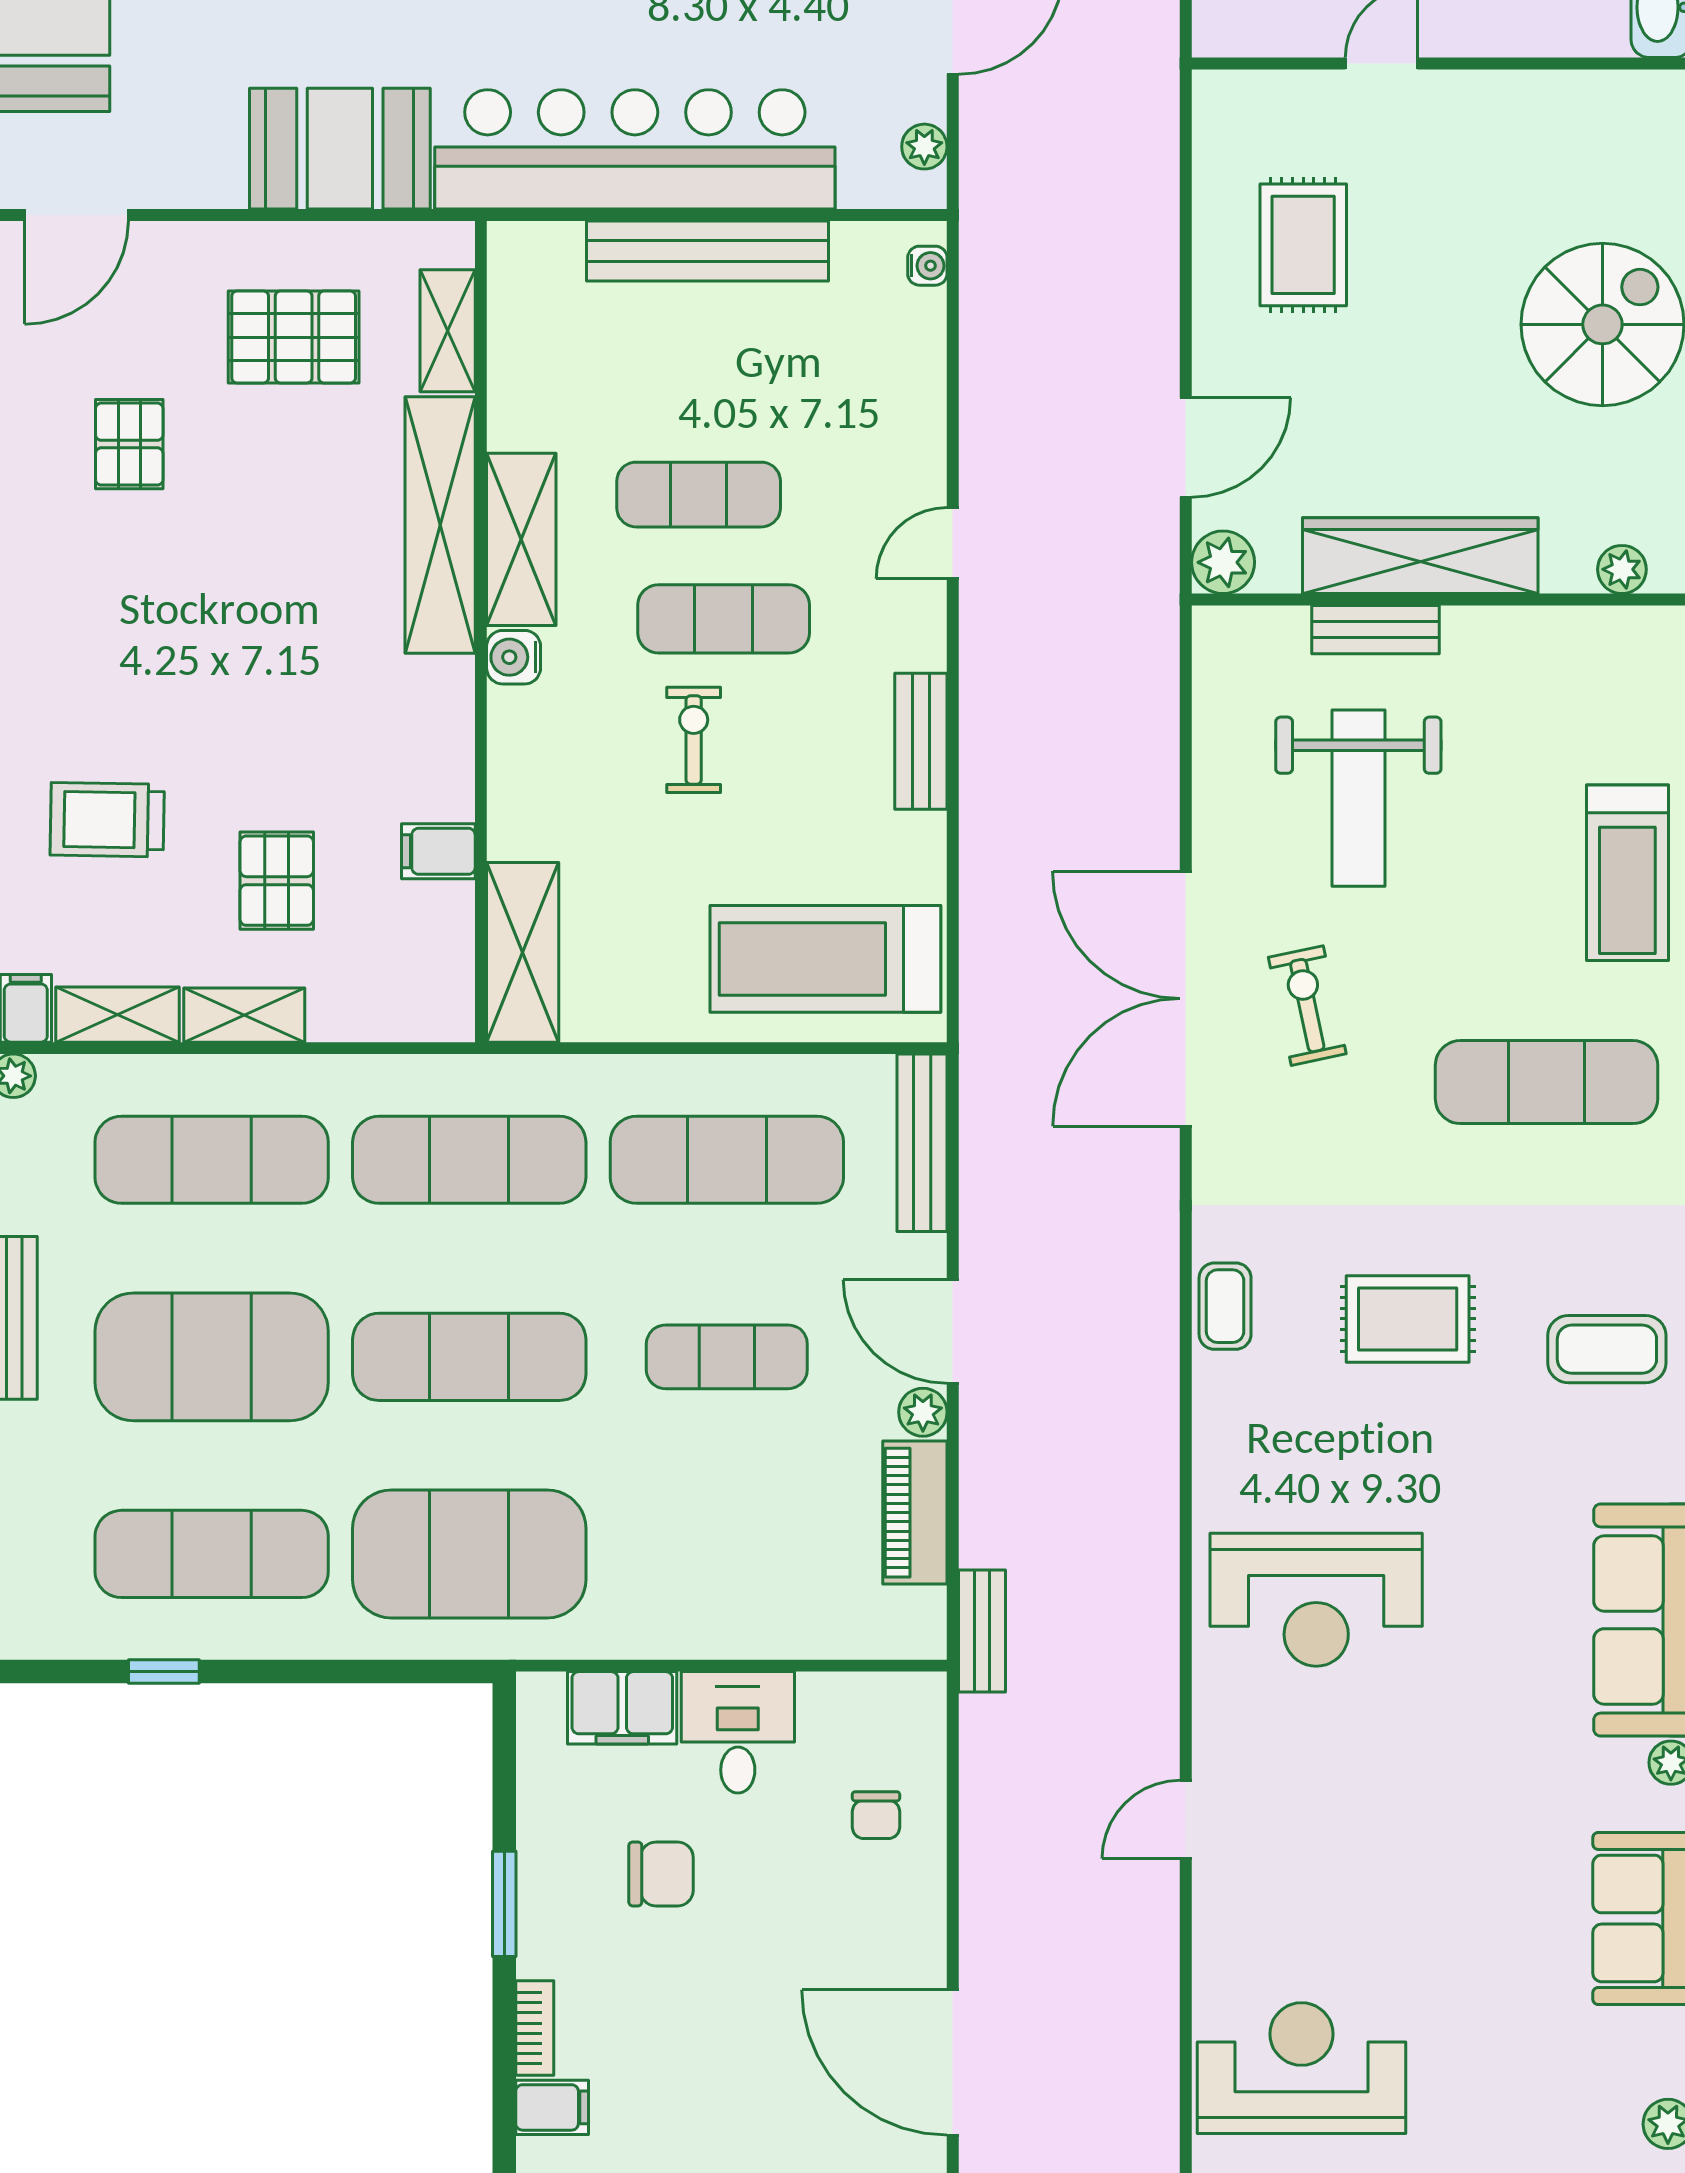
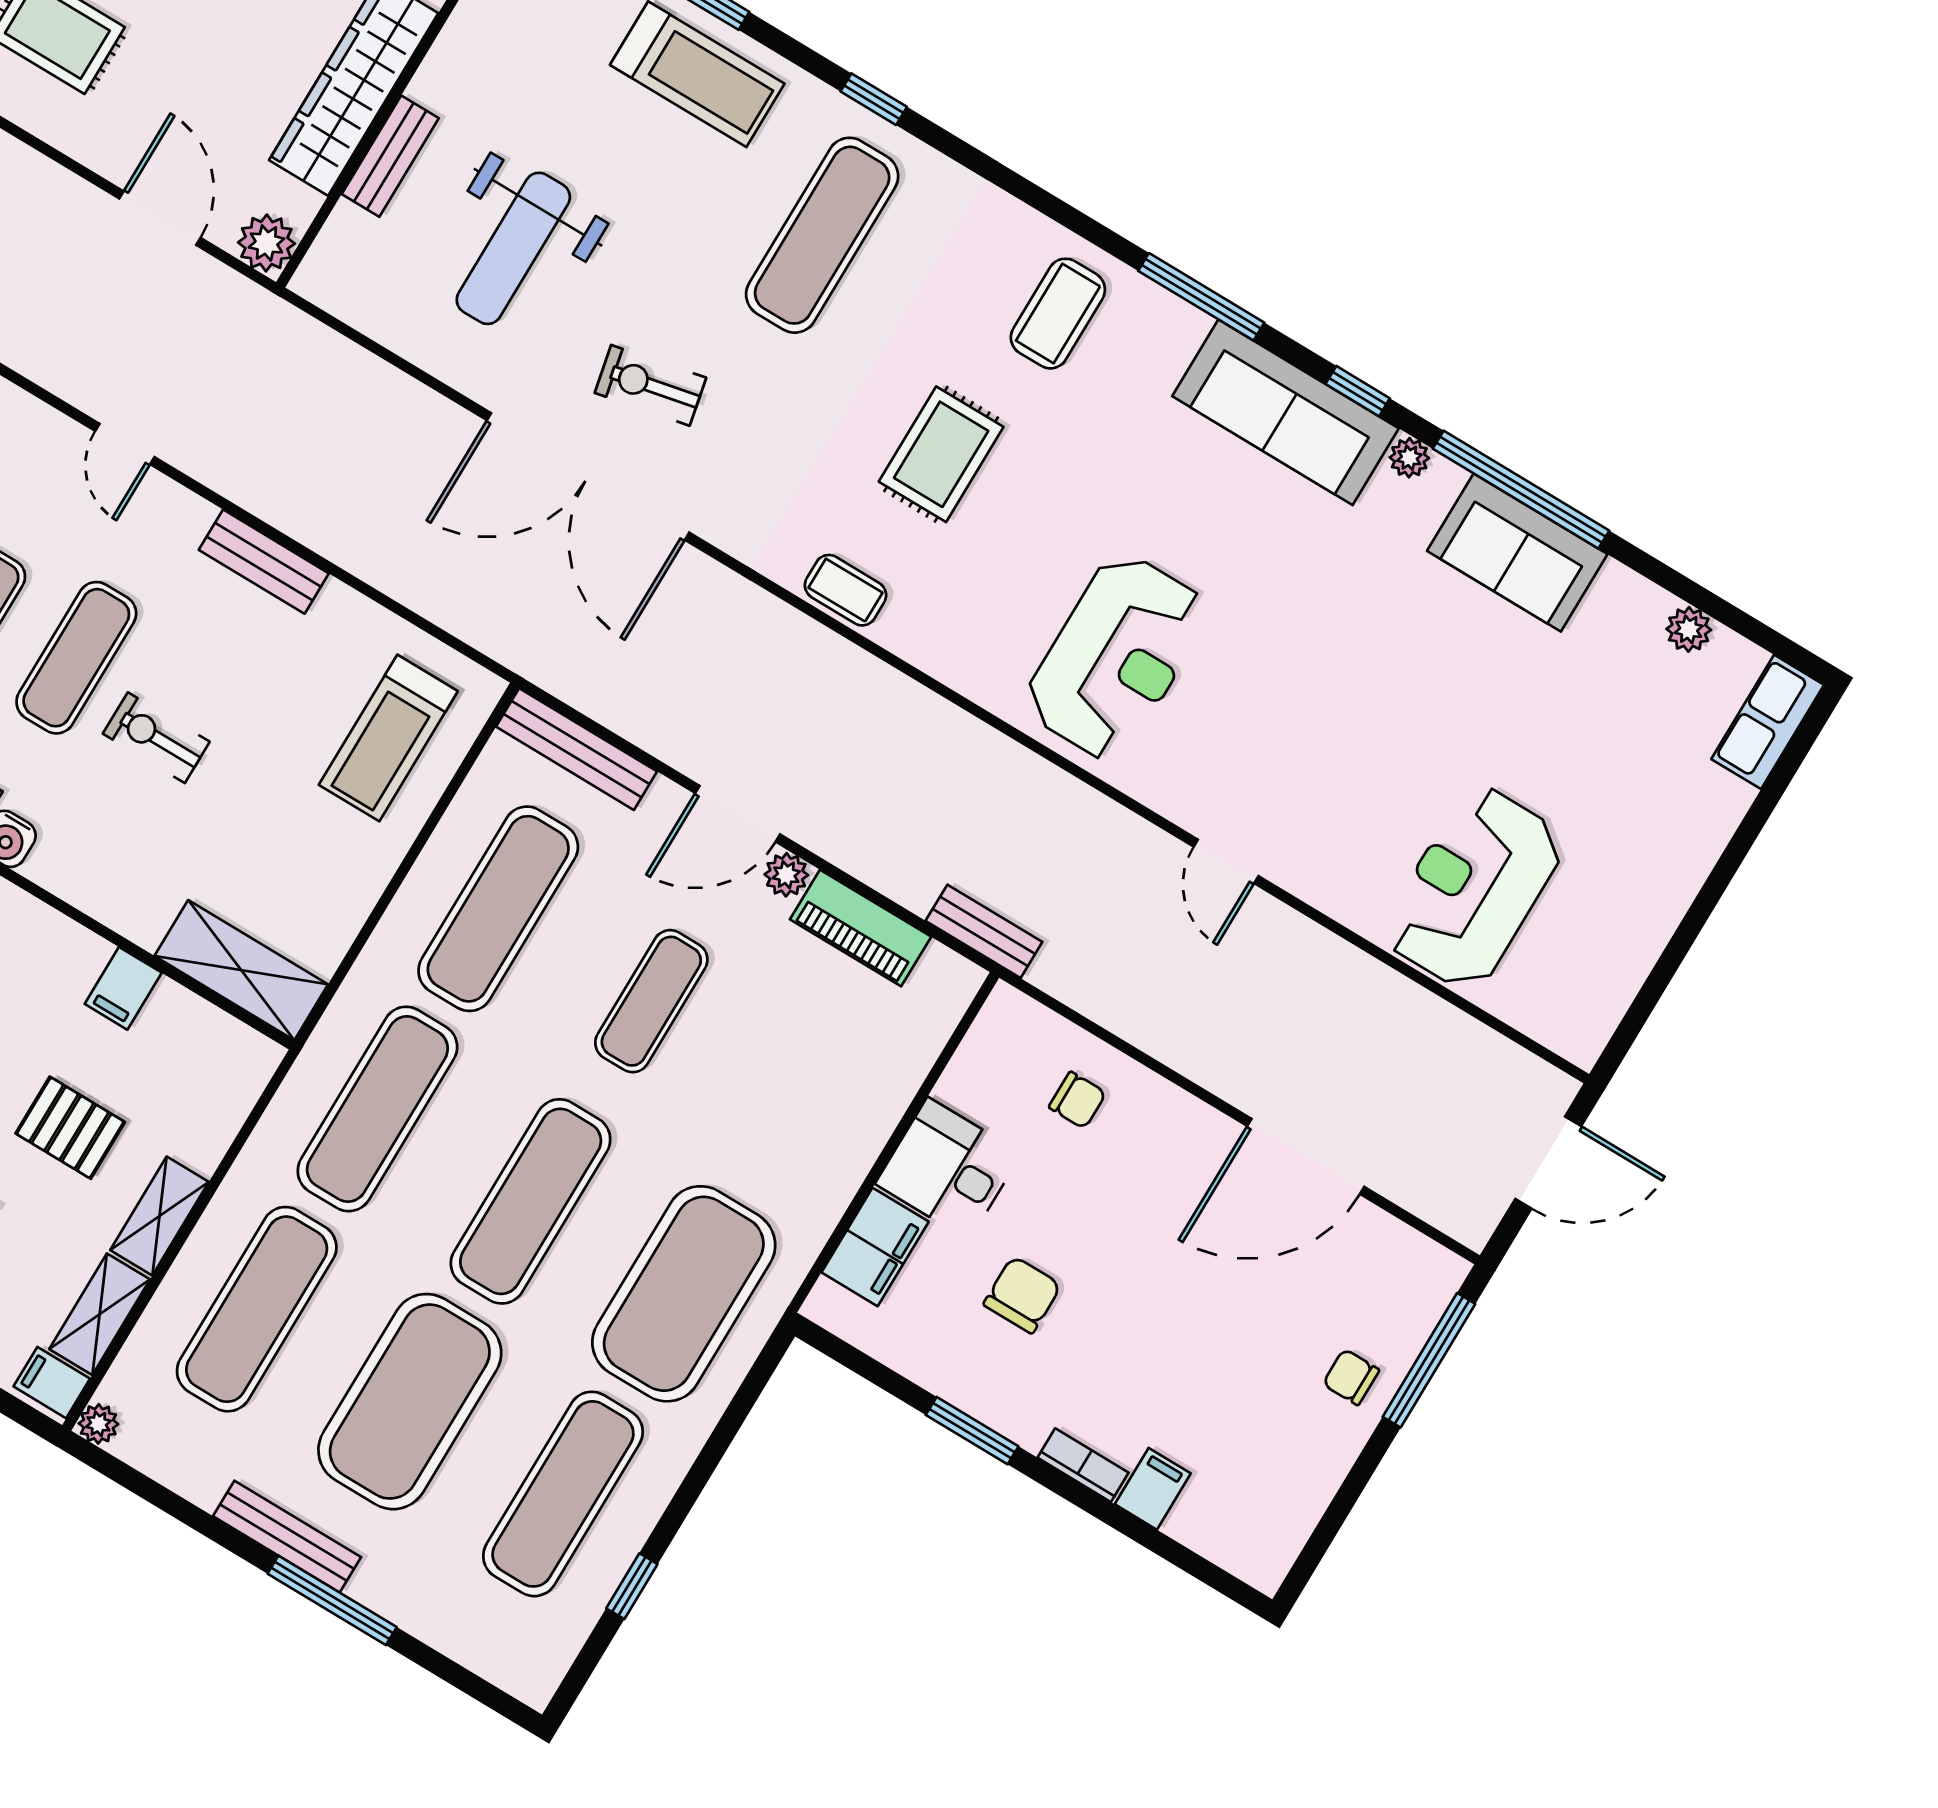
weight bench: (1358, 798) -> (513, 248), turned 90
treadmill: (825, 959) -> (388, 738), width x0.73, depth x0.73

